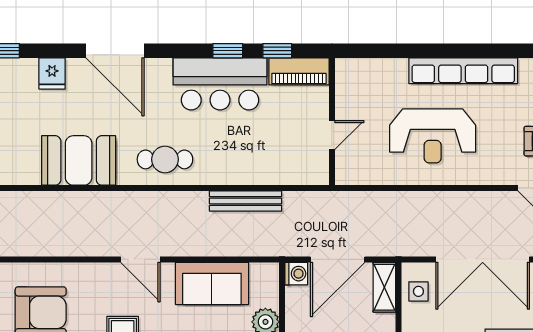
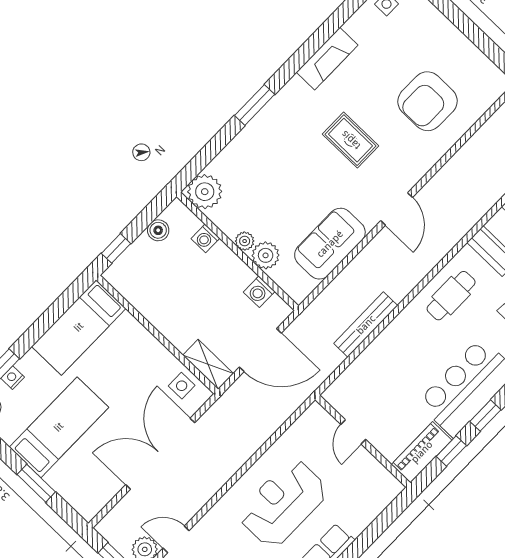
door: (140, 259) -> (397, 209), swing flipped
door: (338, 259) -> (260, 350), swing flipped
washing machine: (296, 274) -> (259, 292), moved

